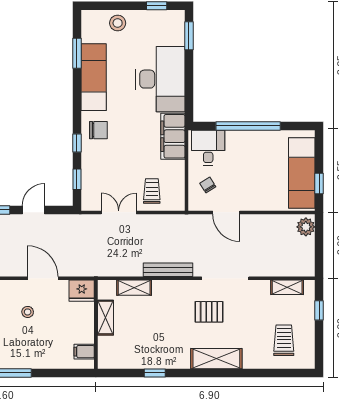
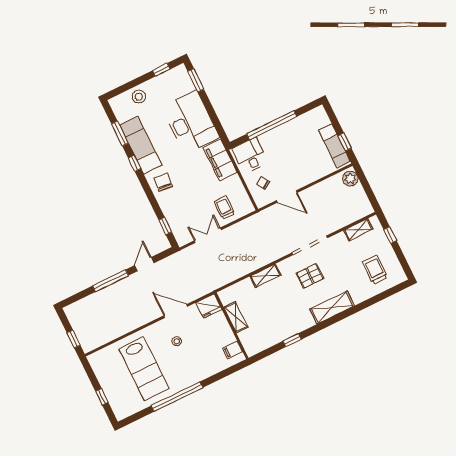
chair: (98, 130) -> (163, 182), turned -84
window: (77, 143) -> (135, 163), moved
exam couch: (302, 173) -> (334, 146), width x0.73, depth x0.69
bench: (168, 270) -> (265, 260), removed
shelving: (134, 288) -> (265, 276), moved

